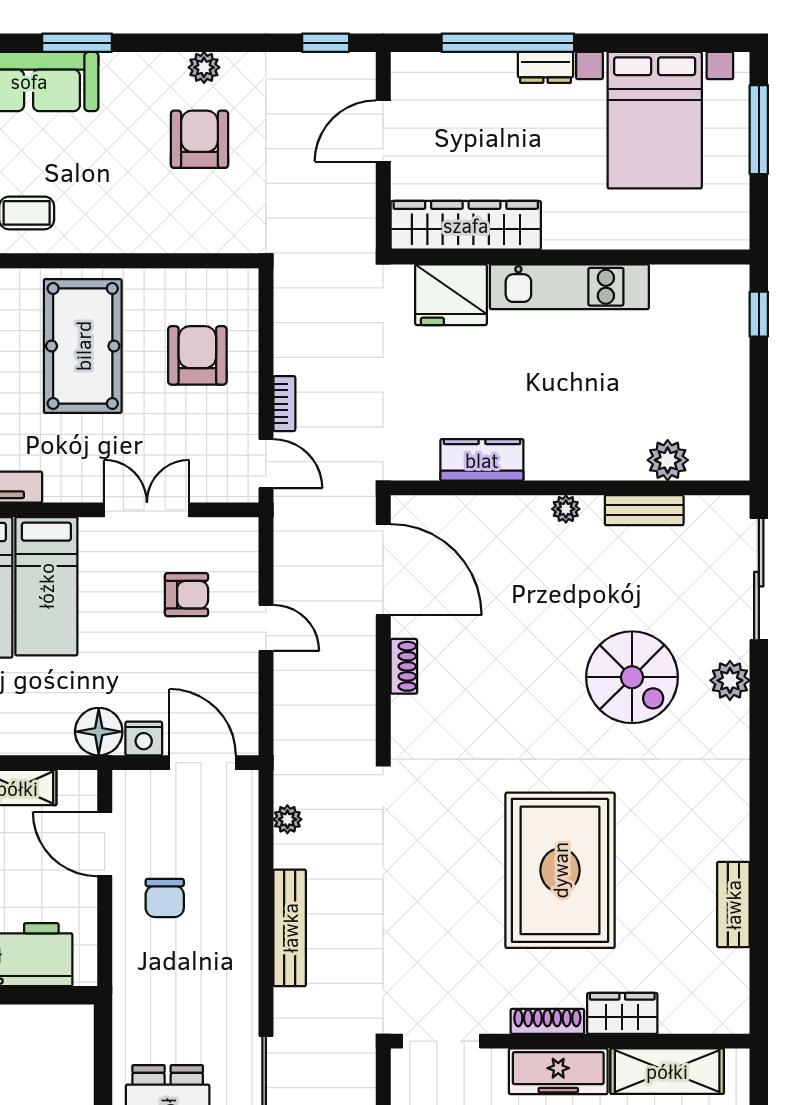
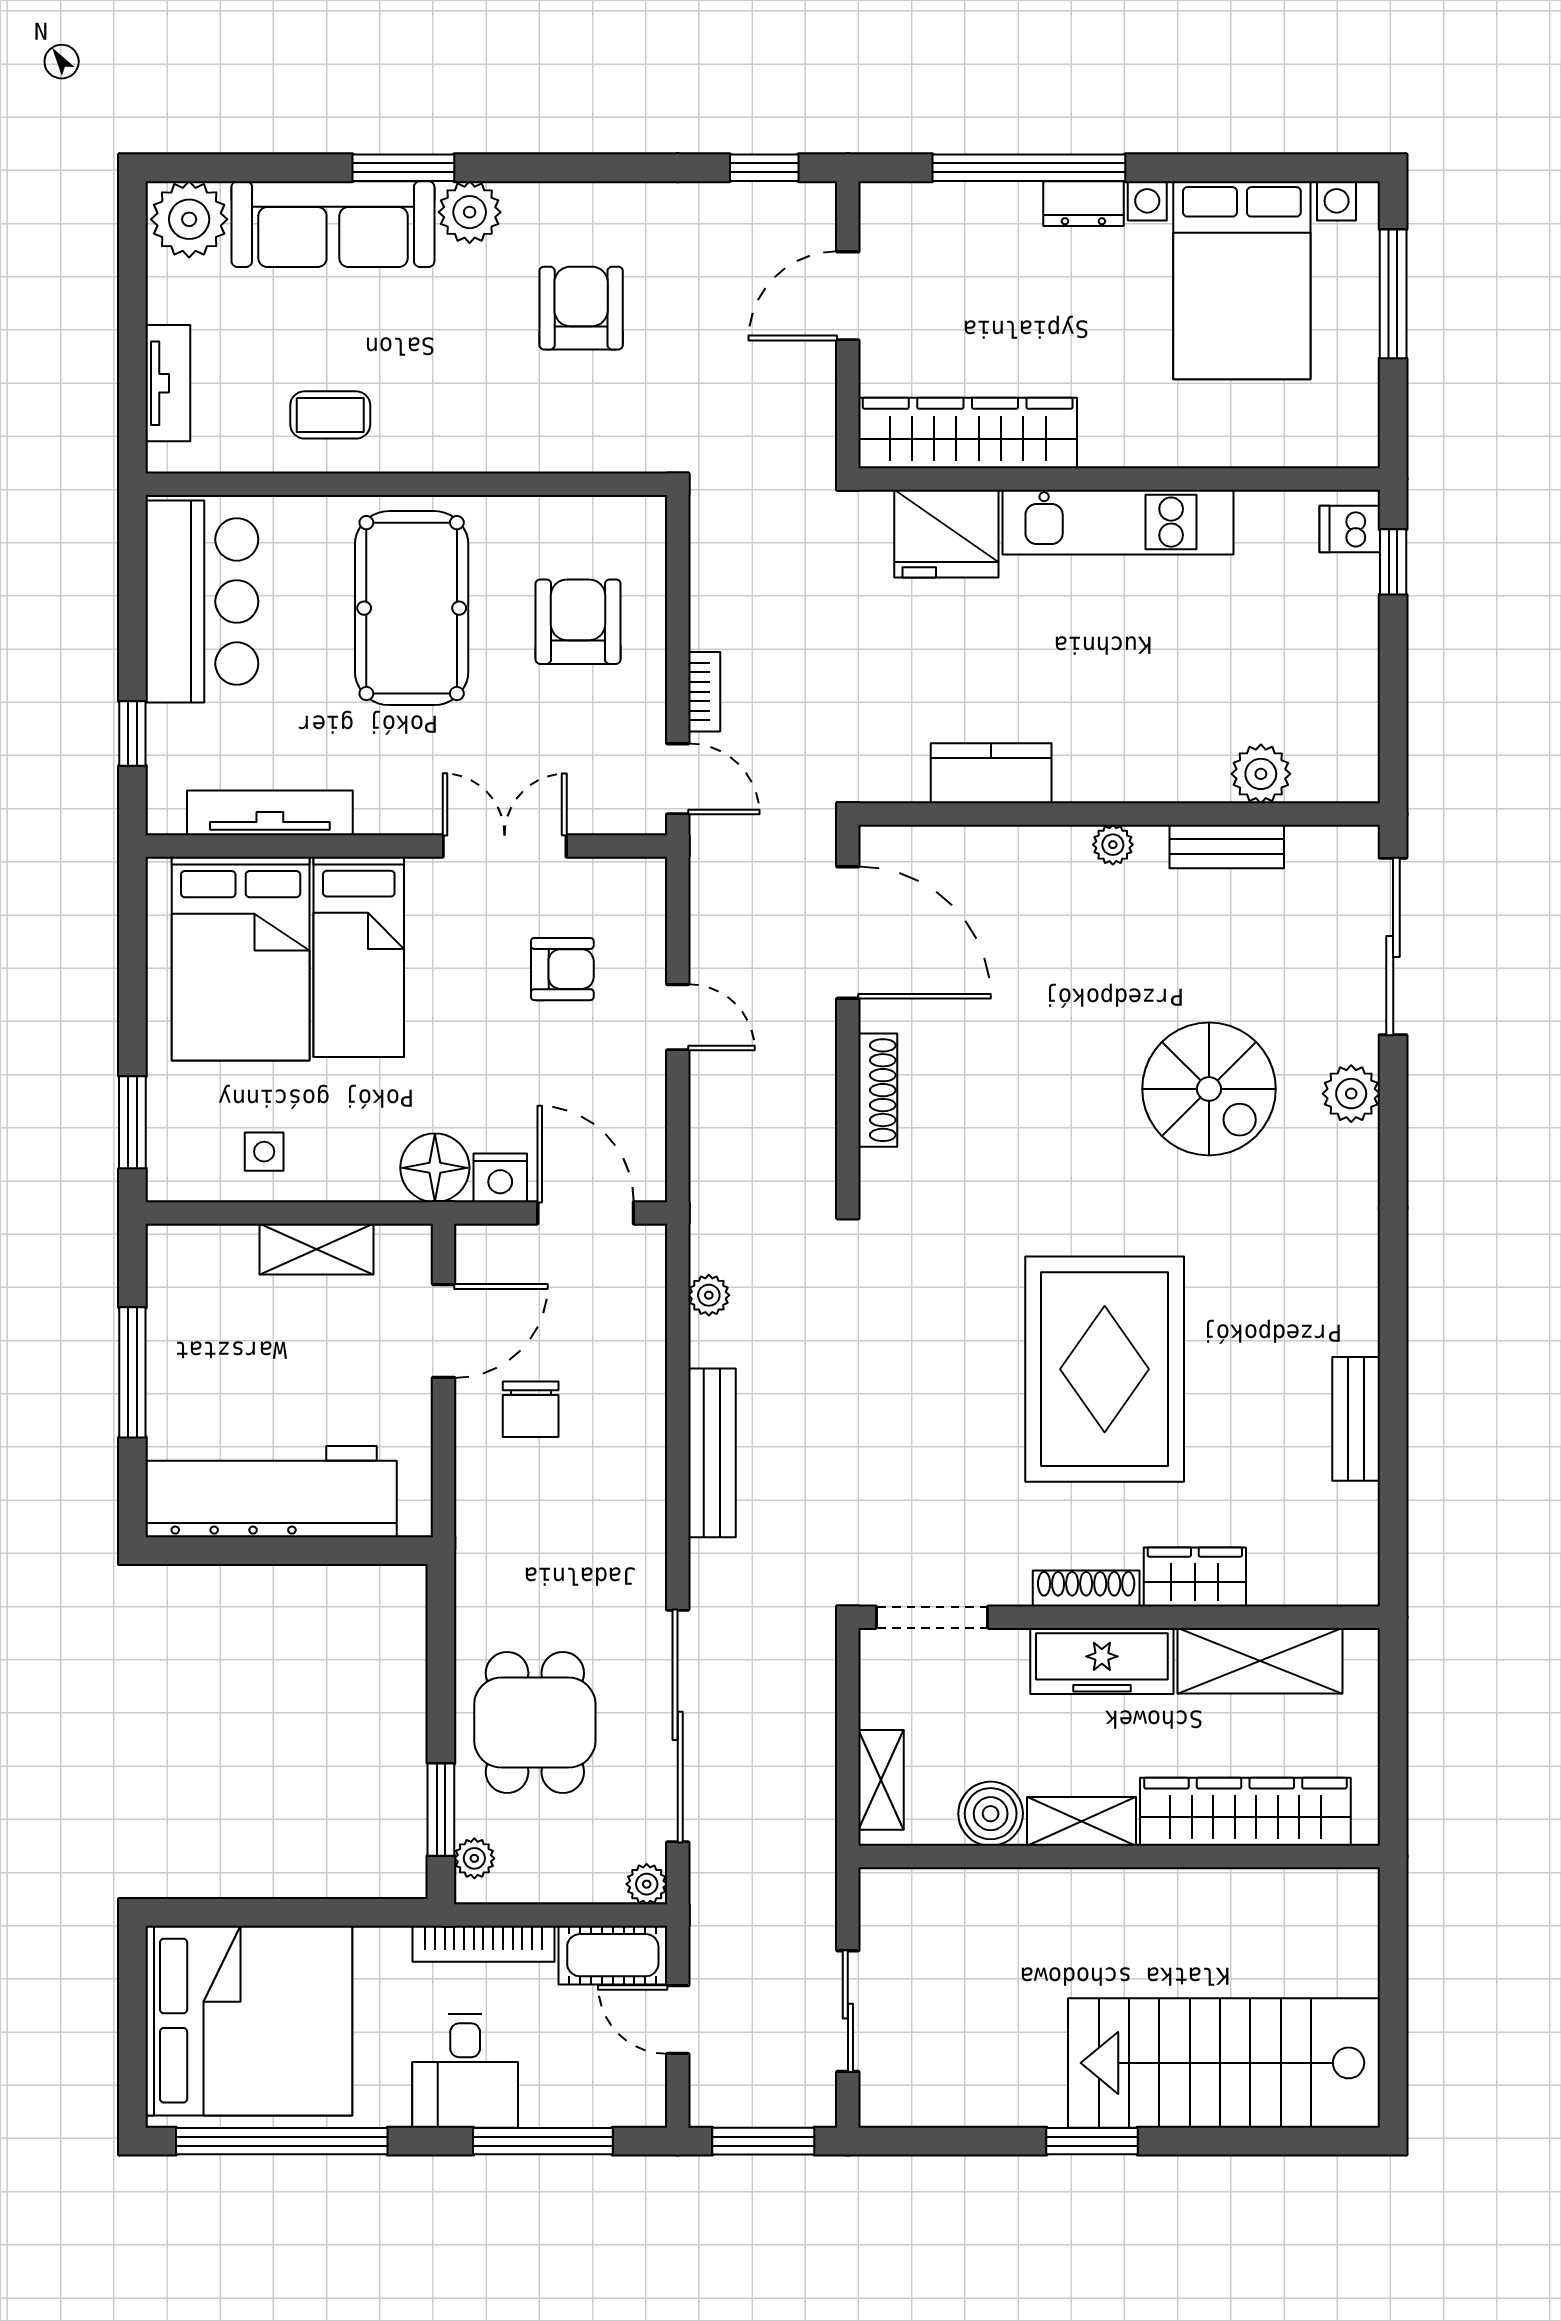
plant: (204, 67) -> (470, 212), moved, width x1.38, depth x1.38
dishwasher: (729, 292) -> (1350, 529), added
shoe rack: (404, 666) -> (878, 1090), width x1.43
door: (105, 844) -> (444, 1331), swing flipped

